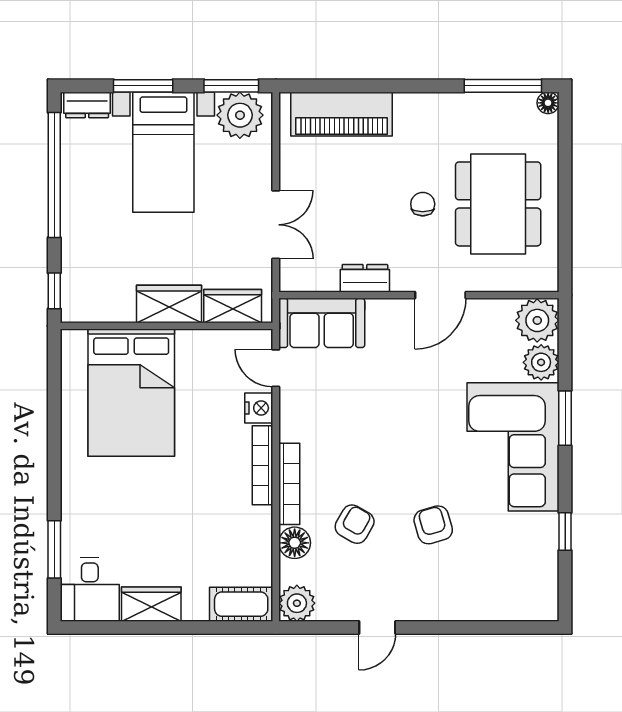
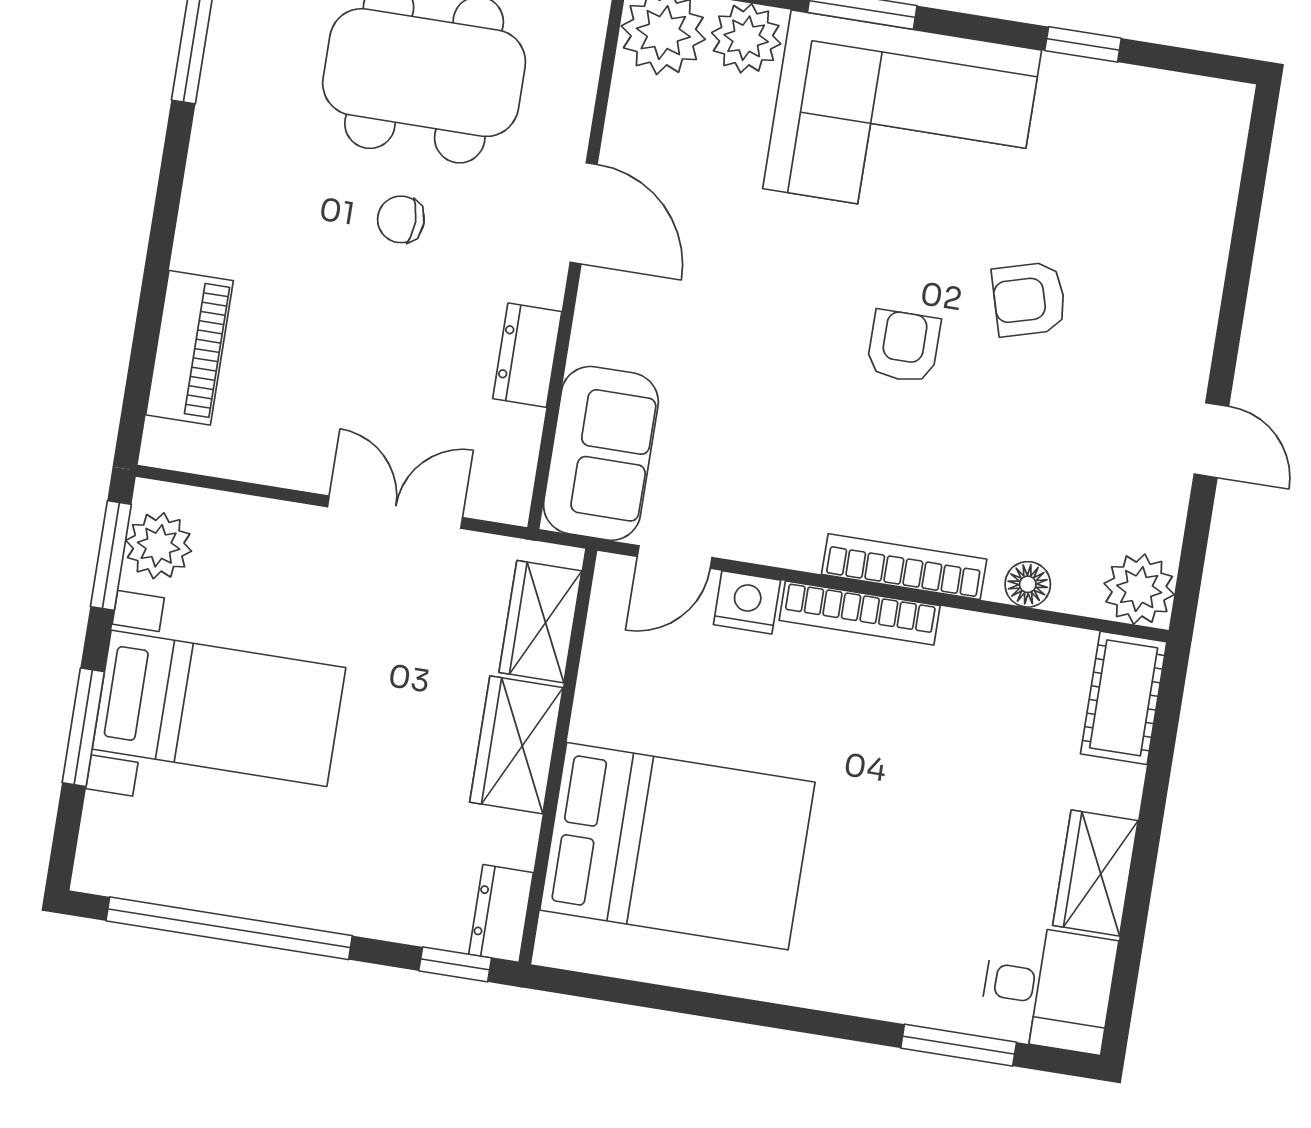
dresser: (87, 105) -> (501, 913), moved, turned 180
piano: (342, 114) -> (190, 348), width x0.73, depth x0.75
plant: (240, 115) -> (159, 546), width x0.73, depth x0.73
armchair: (355, 524) -> (904, 346), moved, turned 60
floor lamp: (295, 543) -> (1028, 584), width x0.73, depth x0.73

